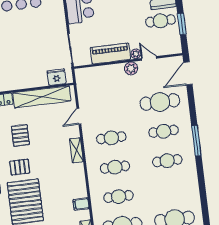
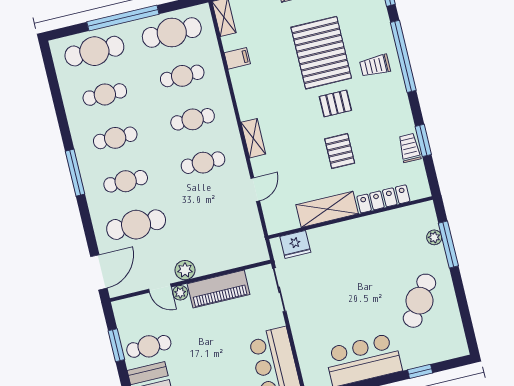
shelving: (42, 97) -> (327, 209), width x0.68
cafe table: (171, 190) -> (105, 94), added

